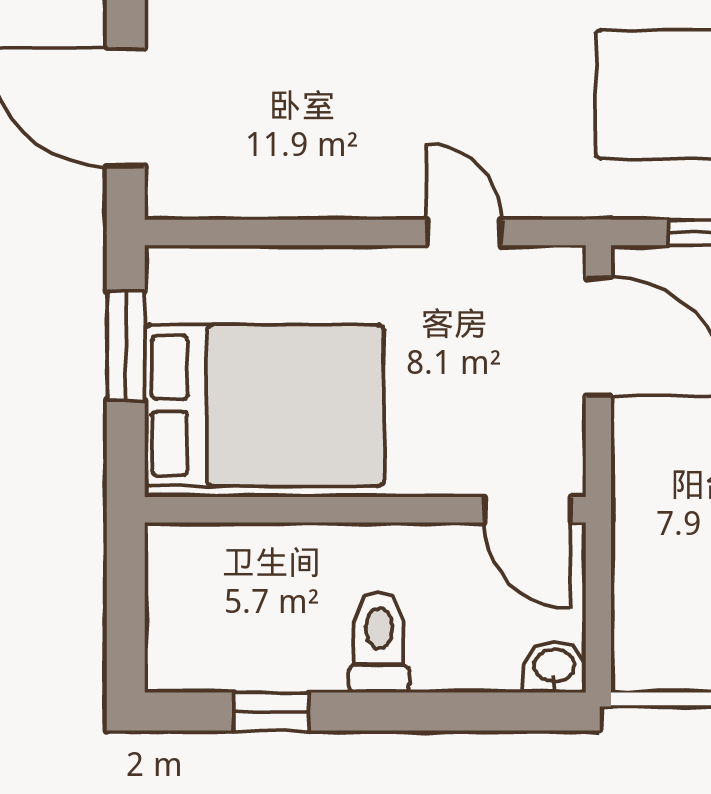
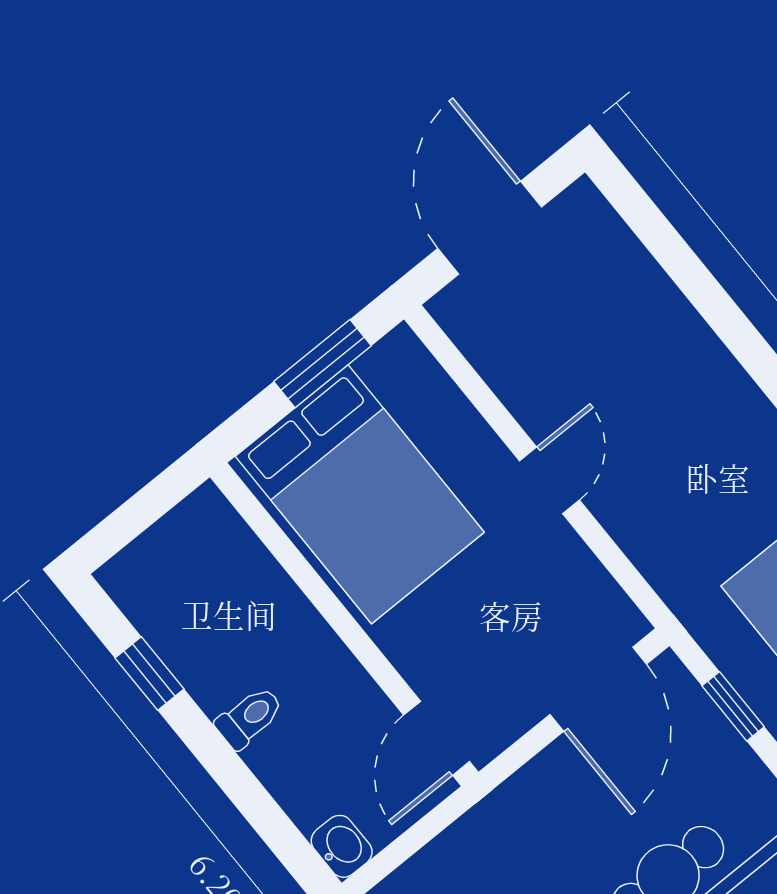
door: (464, 232) -> (550, 480), moved
toilet: (379, 642) -> (249, 717), width x0.73, depth x0.72

